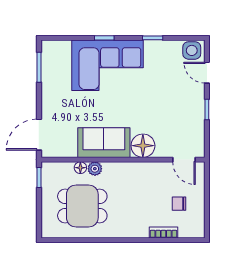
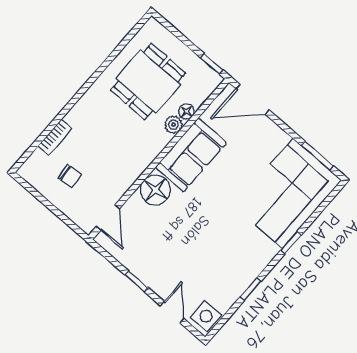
corner sofa: (108, 65) -> (288, 193), moved
door: (207, 73) -> (172, 312), hinge flipped
door: (39, 135) -> (253, 99), swing flipped
door: (184, 160) -> (108, 218), swing flipped
chair: (179, 204) -> (70, 176), turned 84

